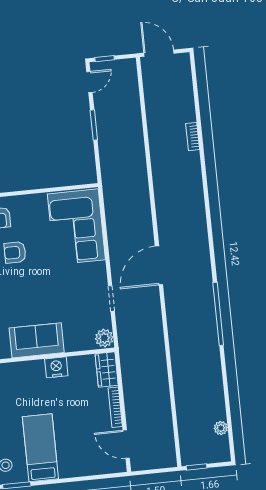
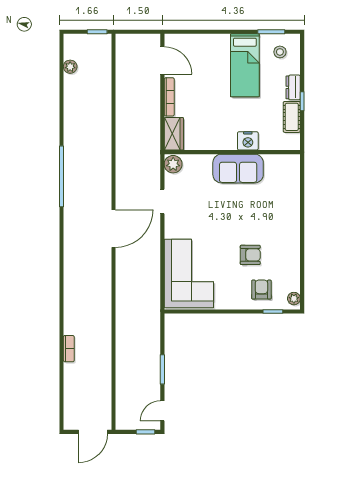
door: (159, 53) -> (93, 432), hinge flipped
nightstand: (56, 367) -> (248, 141), moved

